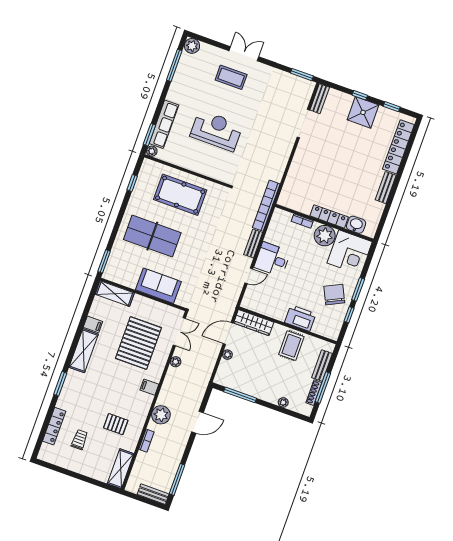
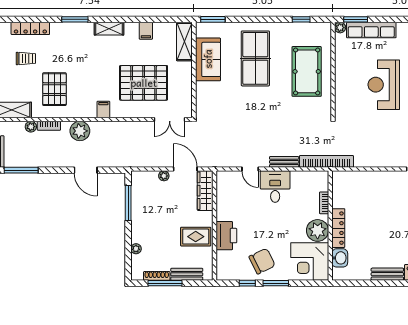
reception desk: (216, 130) -> (384, 85), turned 180
sofa: (158, 286) -> (208, 59), moved
shelving: (84, 351) -> (109, 29), width x0.67, depth x0.75
plant: (176, 362) -> (31, 127), moved
pallet: (116, 424) -> (54, 89), width x1.50, depth x1.42

